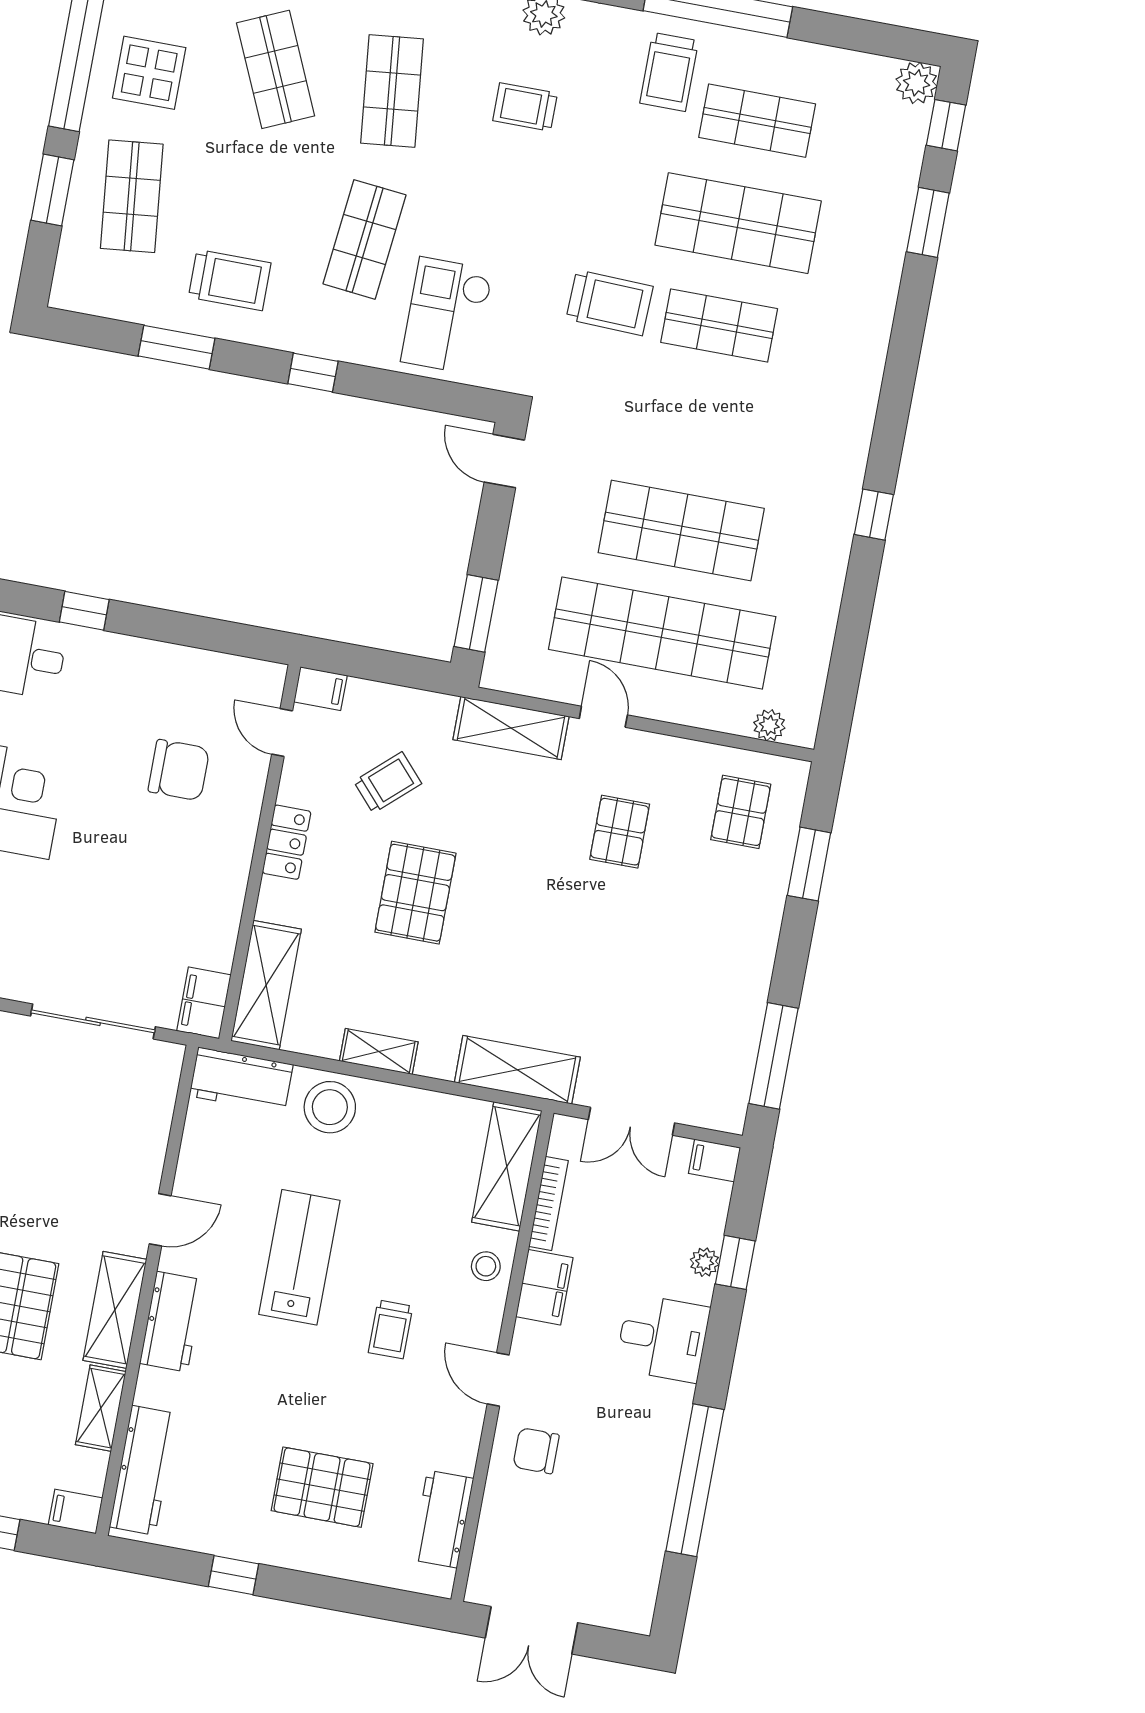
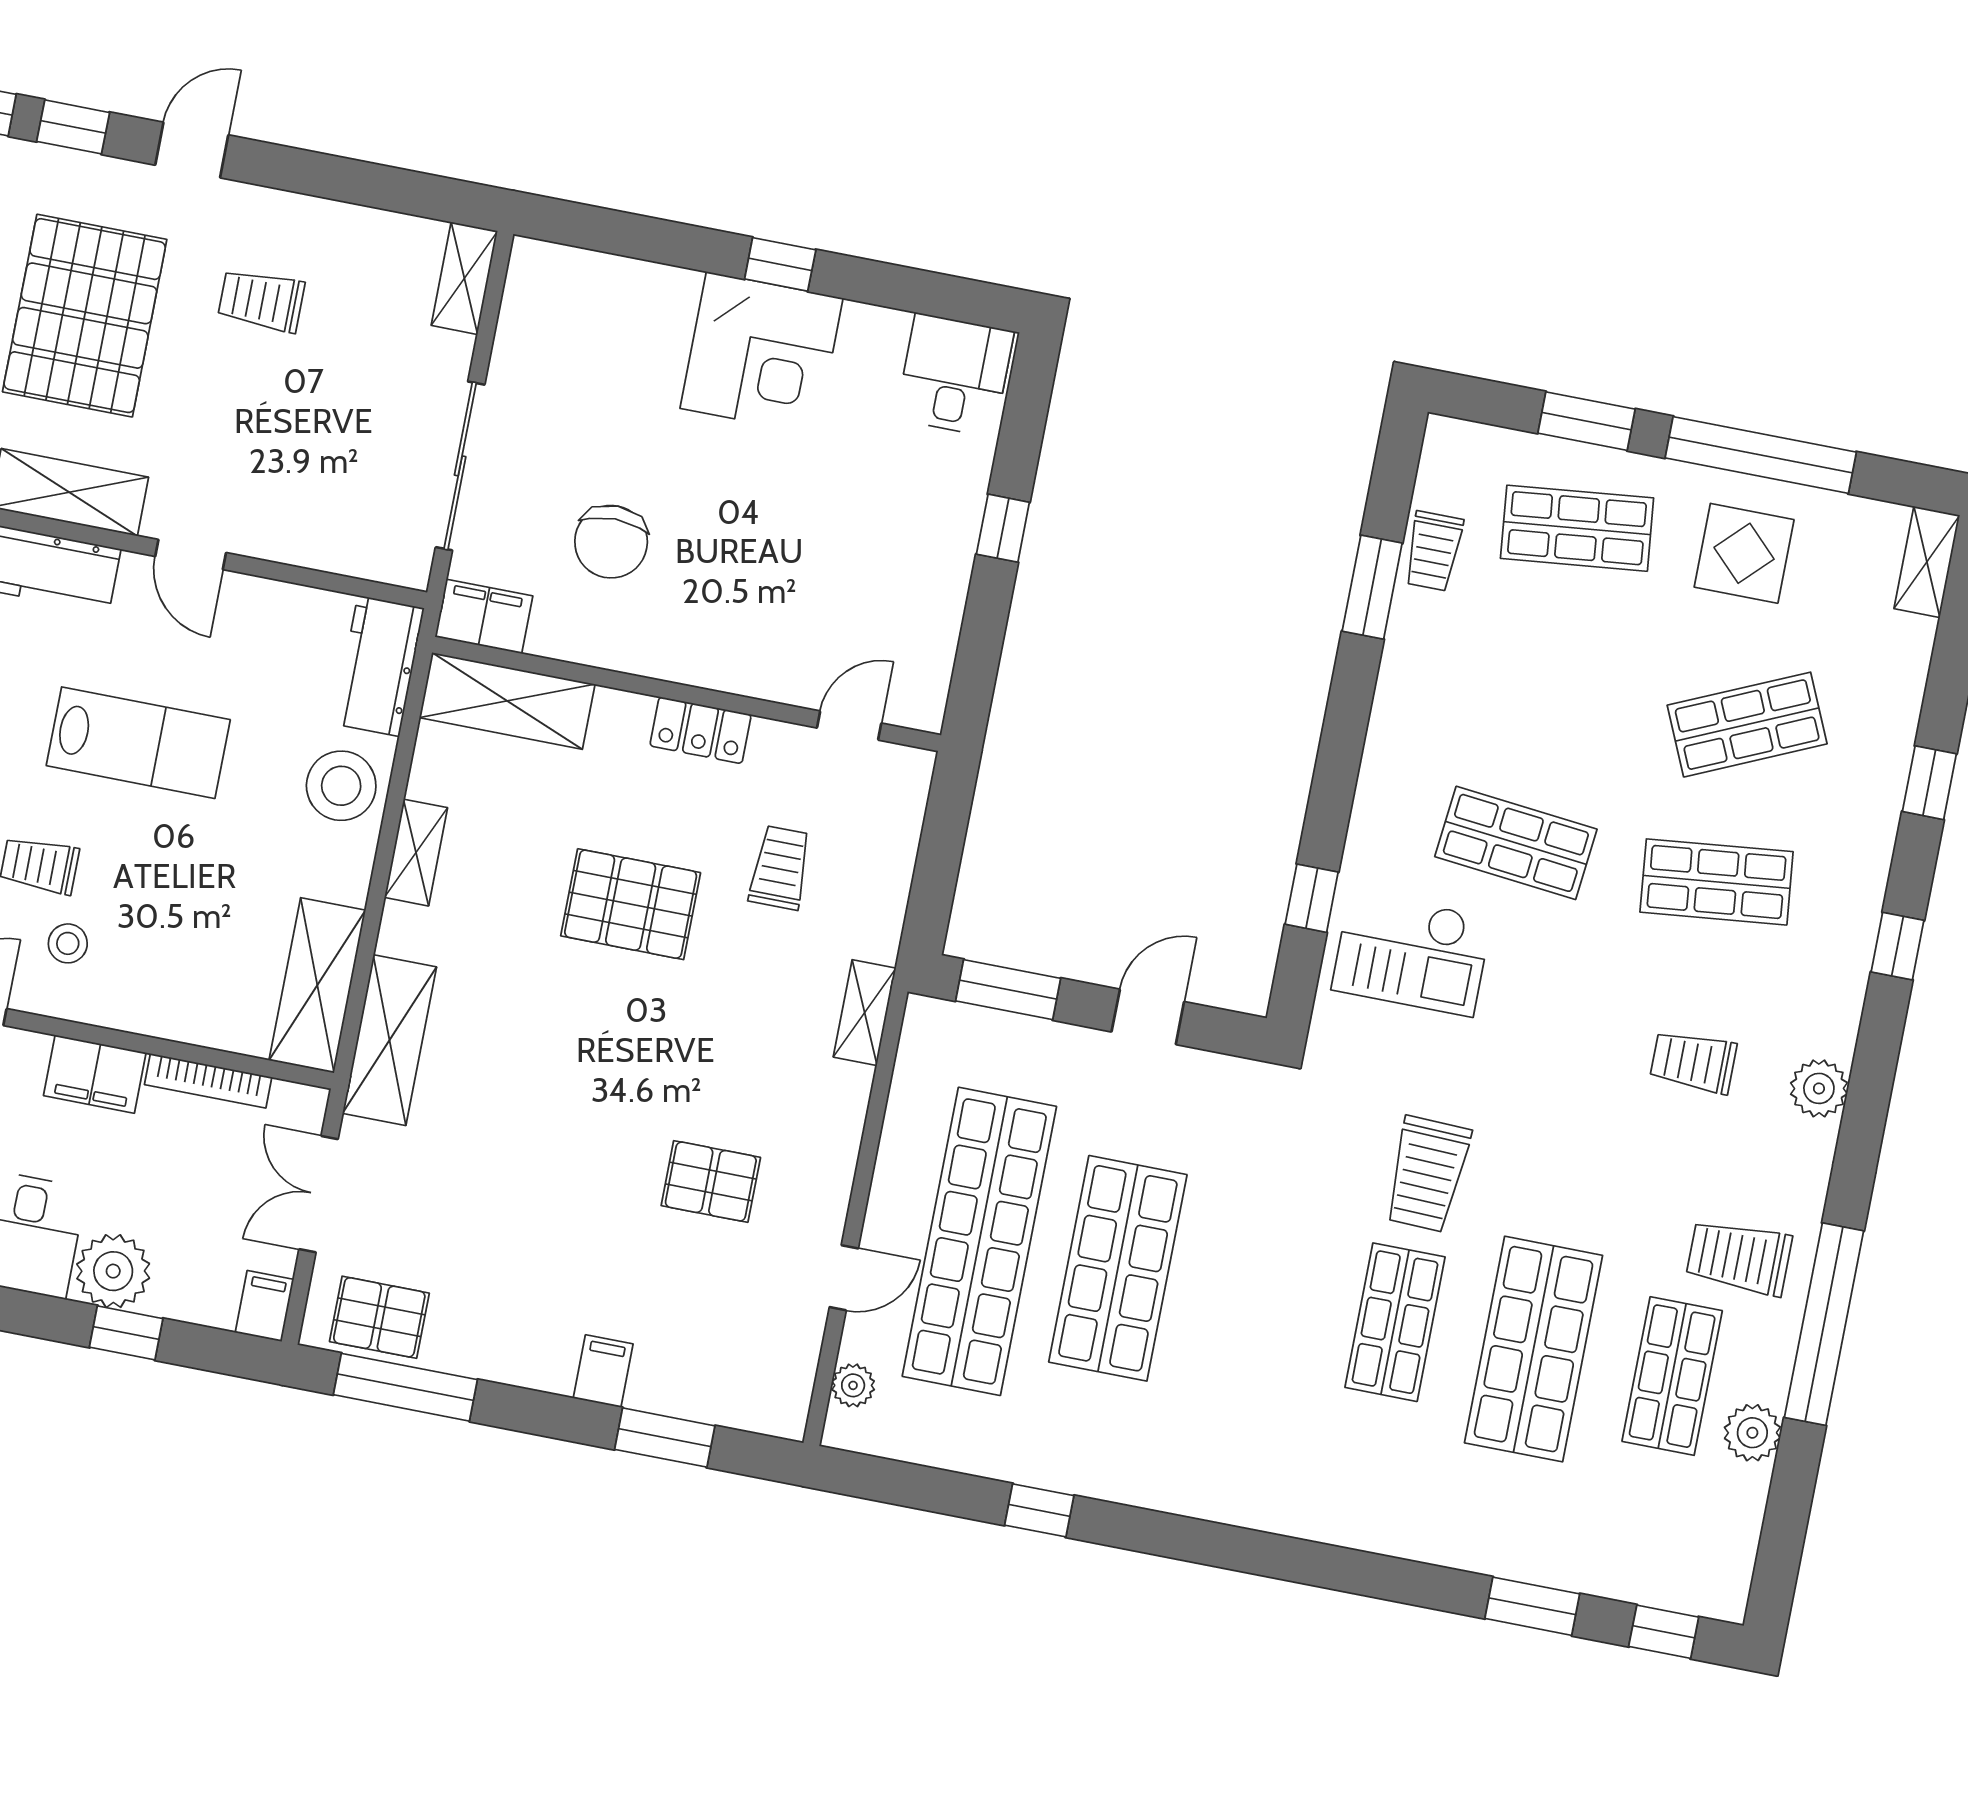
plant: (917, 83) -> (1752, 1433), moved
trolley: (525, 107) -> (1693, 1062), turned -90
trolley: (230, 280) -> (1433, 551), moved, width x0.73, depth x0.72
checkout: (447, 316) -> (1412, 954), turned 180
window: (313, 372) -> (1312, 898), moved
door: (504, 461) -> (1148, 1017), moved
window: (874, 515) -> (1039, 1510), moved
window: (84, 611) -> (1003, 528), moved
filing cabinet: (320, 689) -> (603, 1371), moved, turned 180
door: (603, 717) -> (844, 1278), moved
shelving: (511, 728) -> (865, 1013), width x0.67, depth x0.75
chair: (179, 770) -> (611, 542), moved
trolley: (388, 783) -> (780, 868), turned -138
pallet: (741, 812) -> (379, 1317), moved
shelving: (507, 1166) -> (317, 985), moved, turned 90
plant: (705, 1262) -> (113, 1271), width x1.88, depth x1.88
stool: (486, 1266) -> (68, 943), moved

